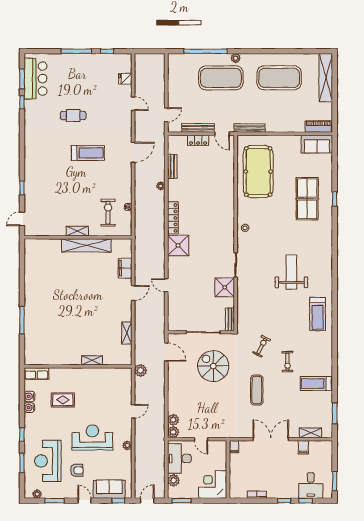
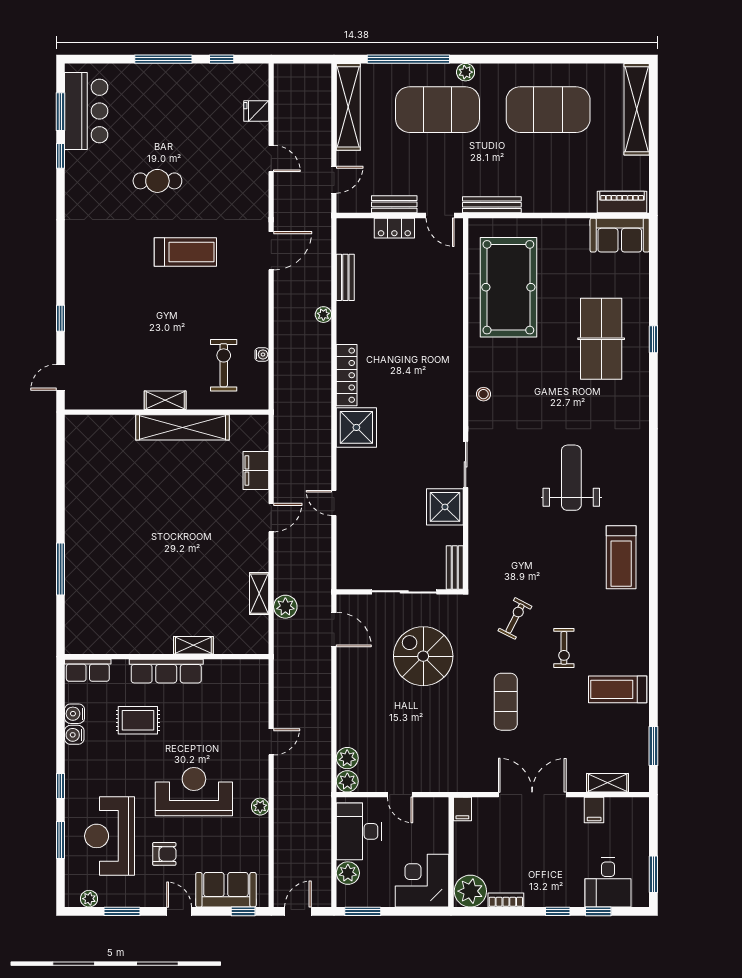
shelving: (174, 76) -> (348, 107), added
bench: (198, 128) -> (394, 204), width x0.73
plant: (141, 370) -> (285, 607), moved
row of seats: (78, 374) -> (166, 671), added
plant: (238, 490) -> (470, 891), added

